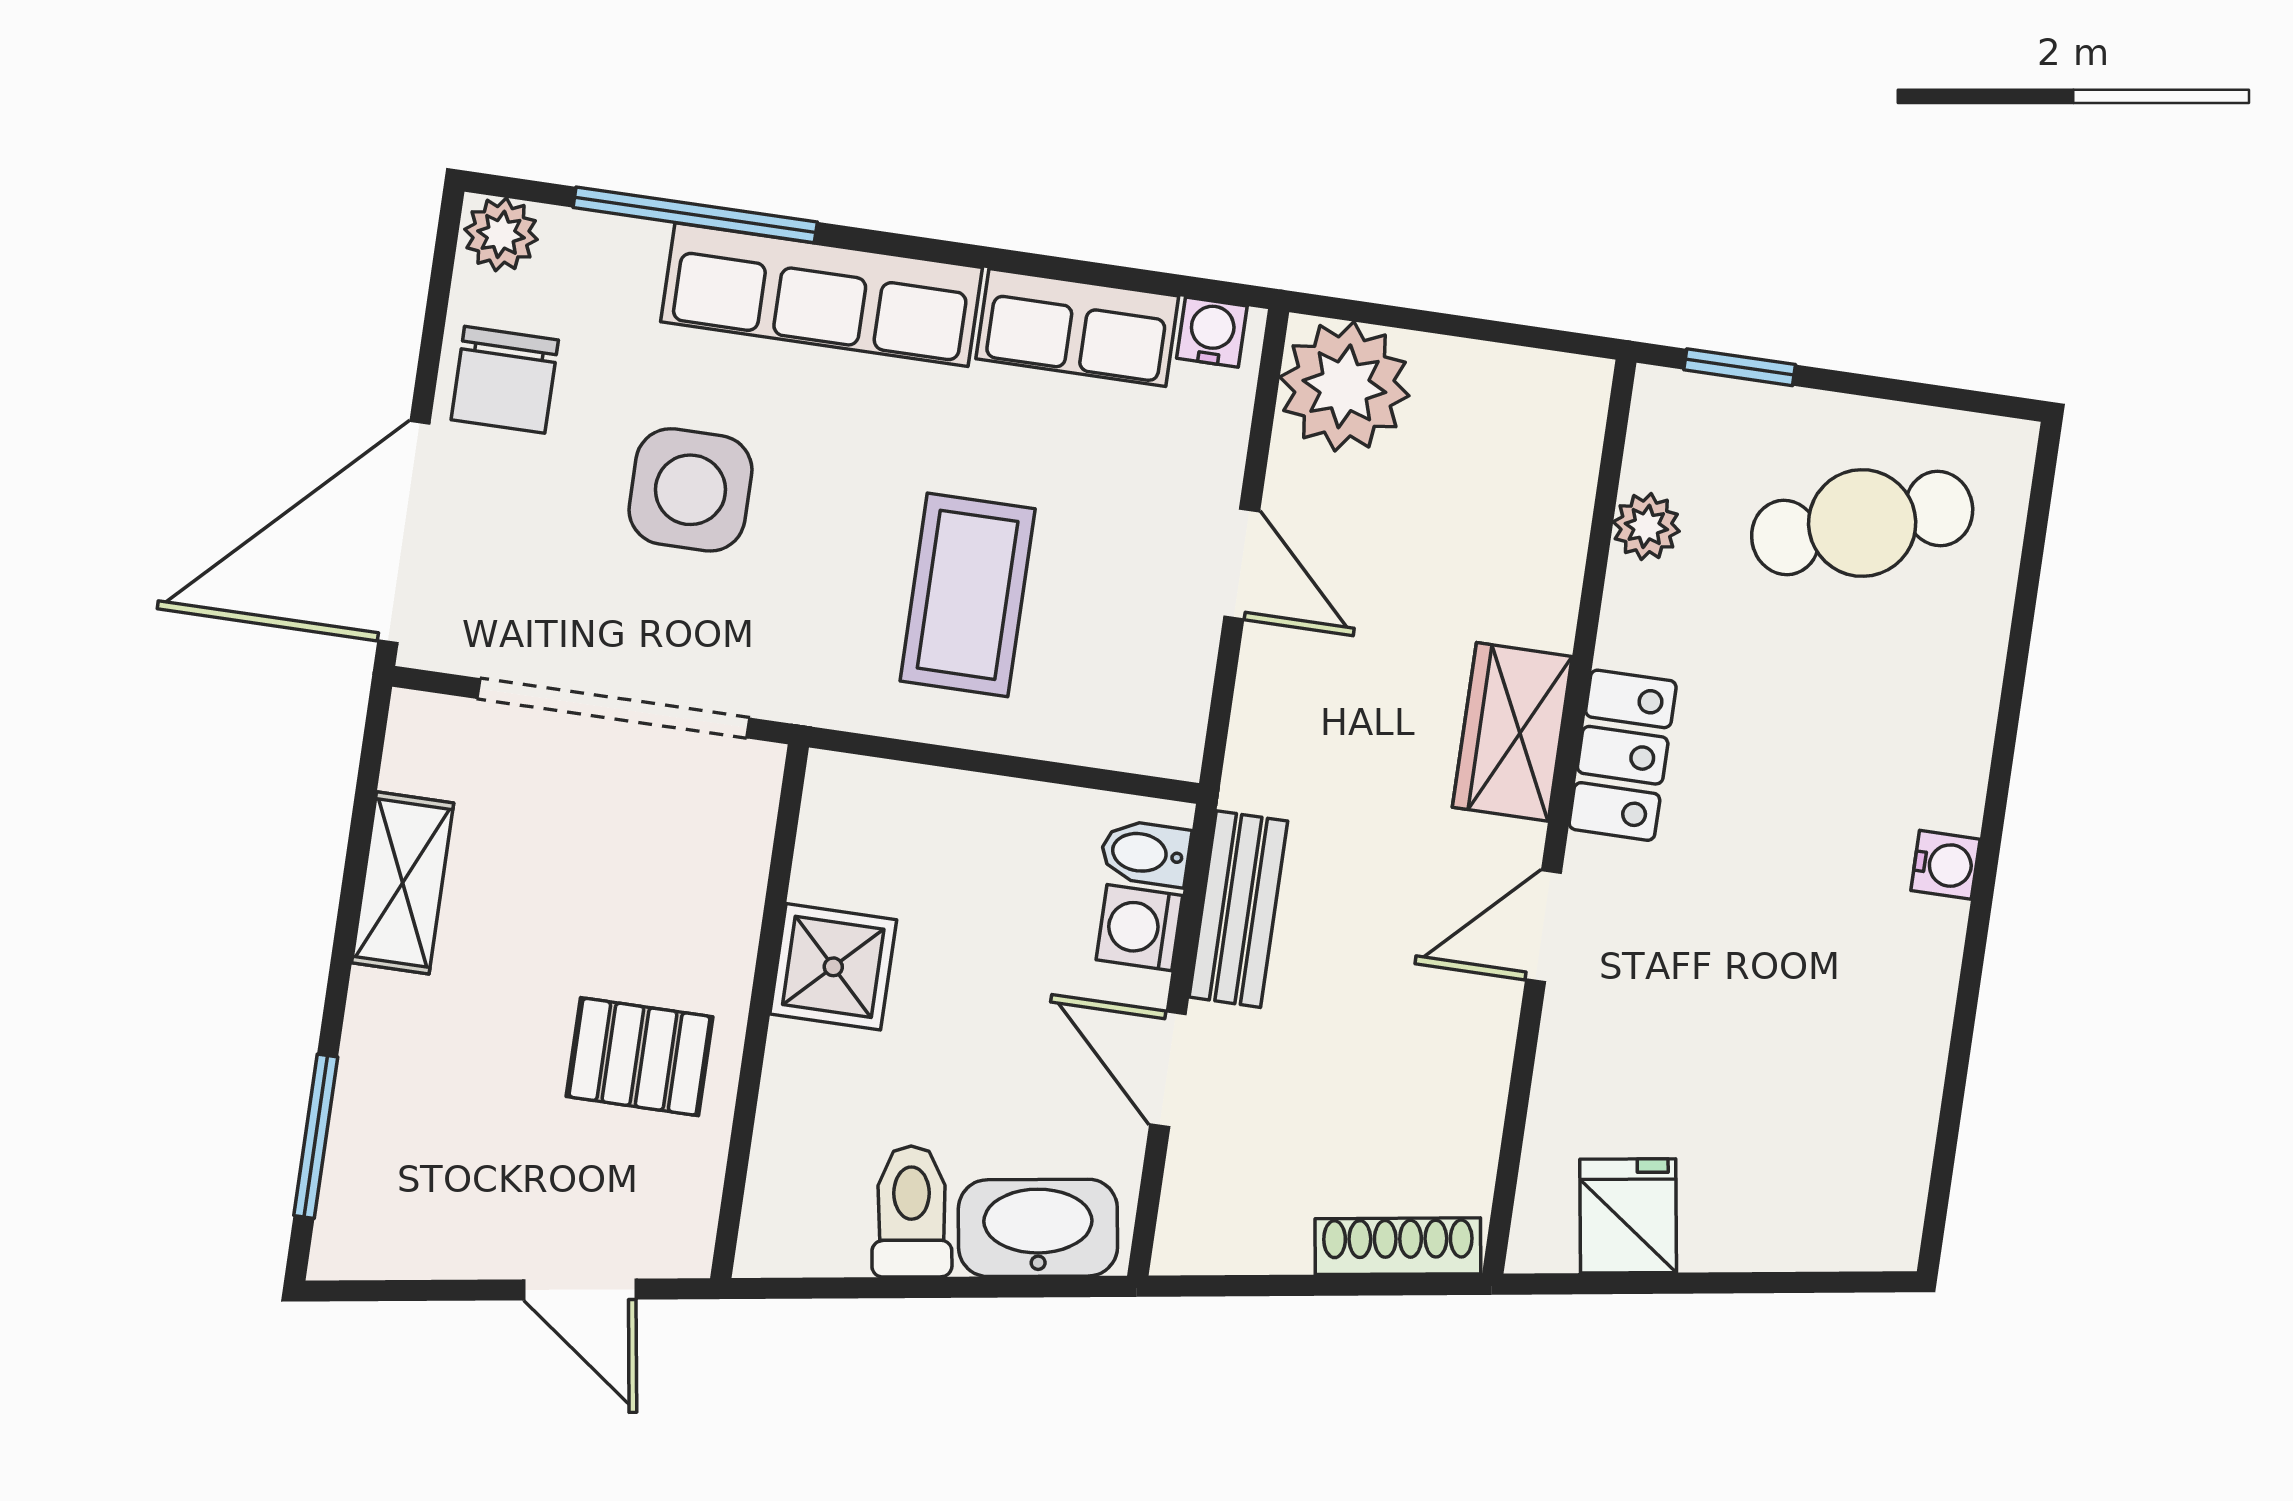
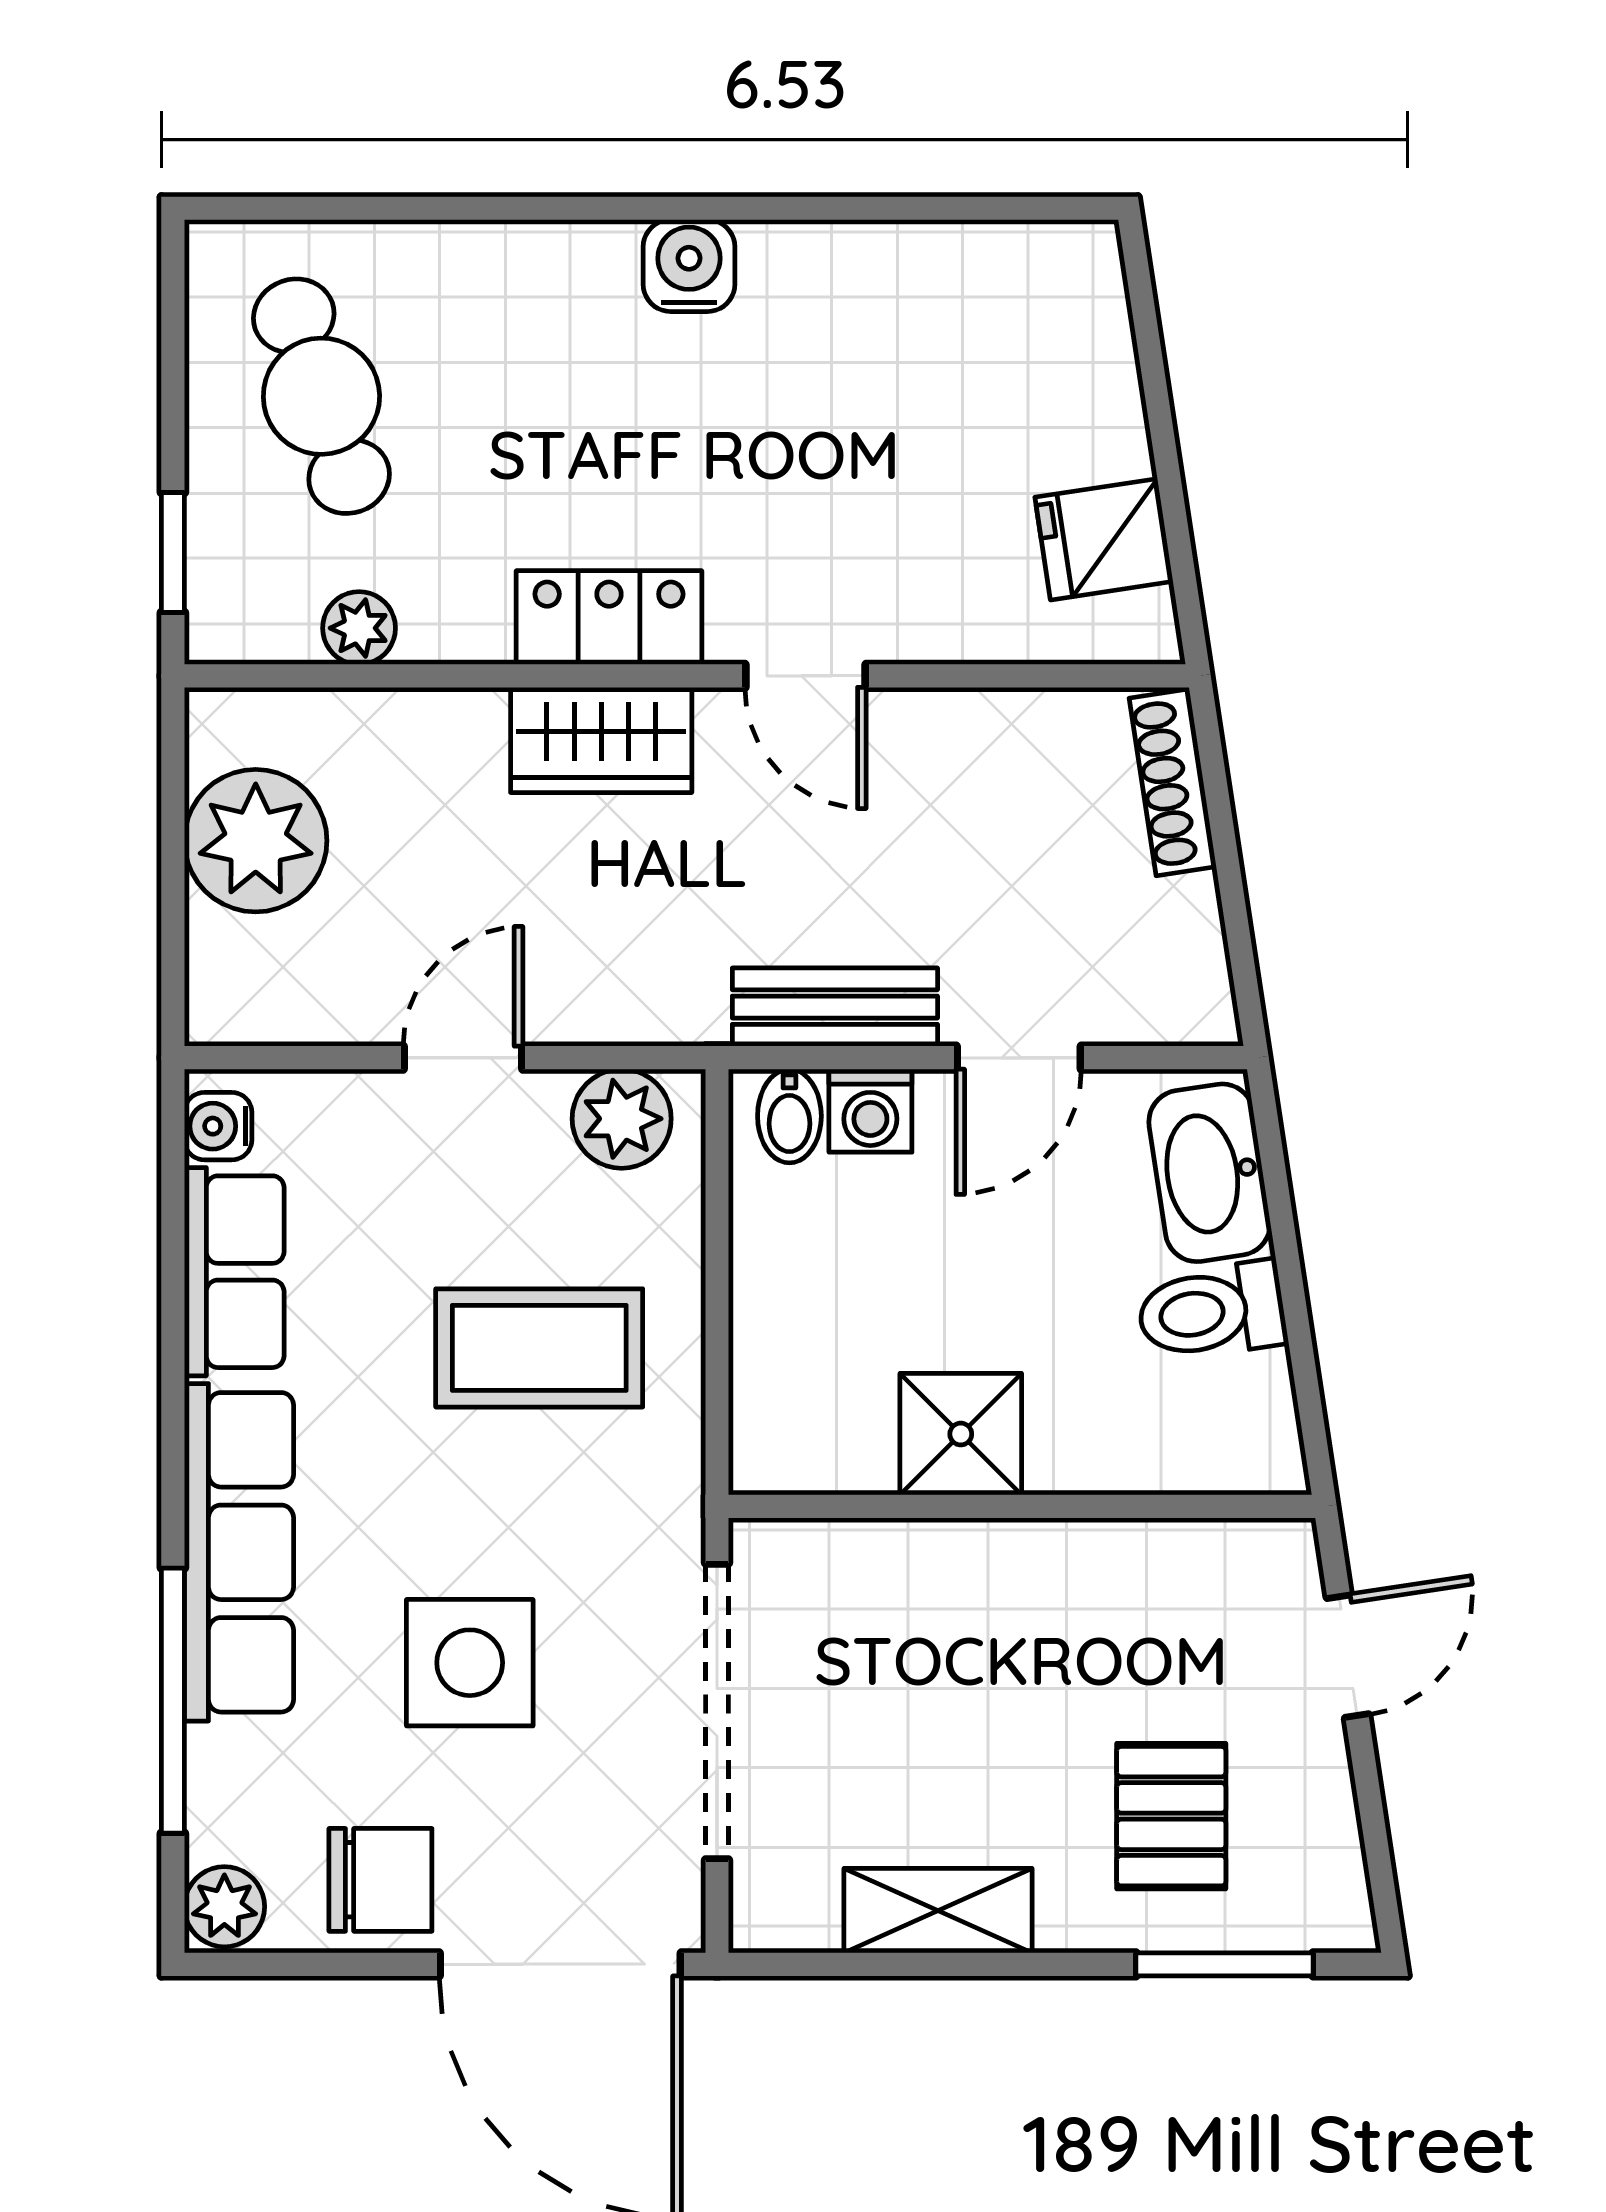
plant: (1344, 386) -> (256, 841), moved
plant: (1165, 700) -> (622, 1119), added
water cooler: (1945, 865) -> (689, 266), width x1.38, depth x1.38
pallet: (640, 1057) -> (1171, 1816), moved

